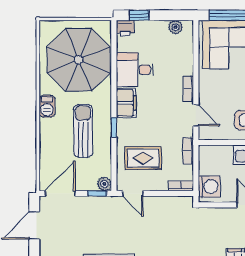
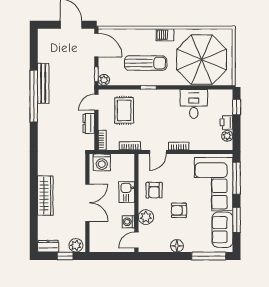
printer: (125, 28) -> (226, 122), moved
filing cabinet: (126, 103) -> (168, 97), removed
dresser: (160, 203) -> (89, 123), added

